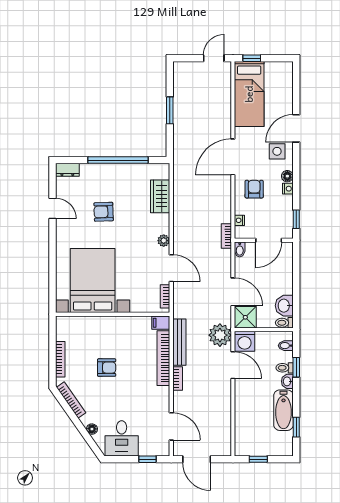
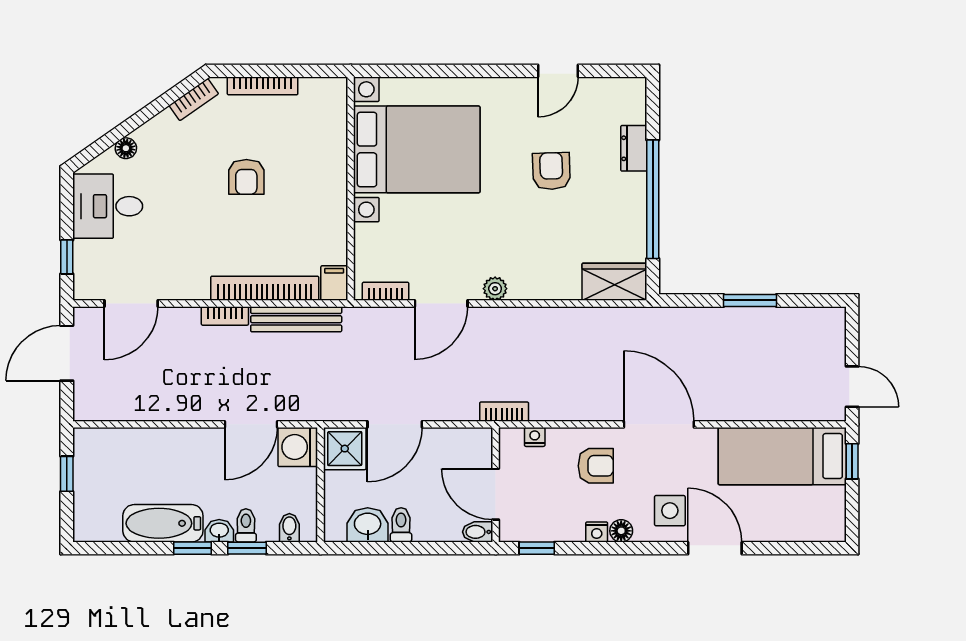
dresser: (67, 170) -> (634, 148), moved
wardrobe: (160, 196) -> (614, 282), moved
bidet: (240, 249) -> (478, 532), moved
toilet: (284, 323) -> (401, 525), moved
plant: (220, 335) -> (310, 399), removed
bookcase: (71, 400) -> (194, 100), width x0.64
window: (296, 427) -> (192, 548), moved

